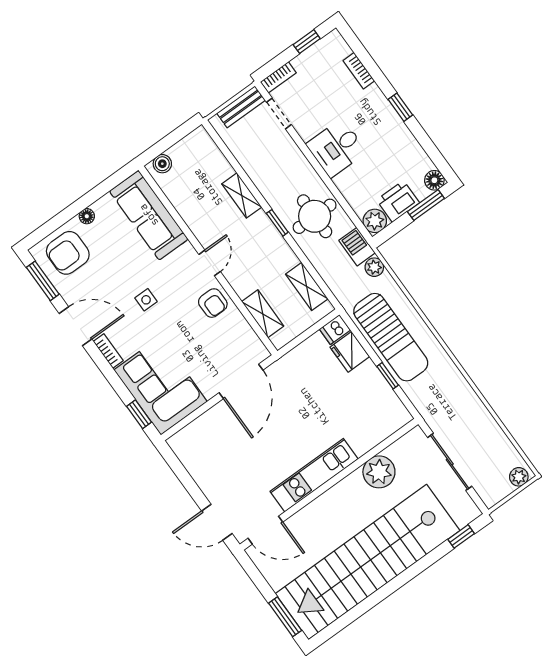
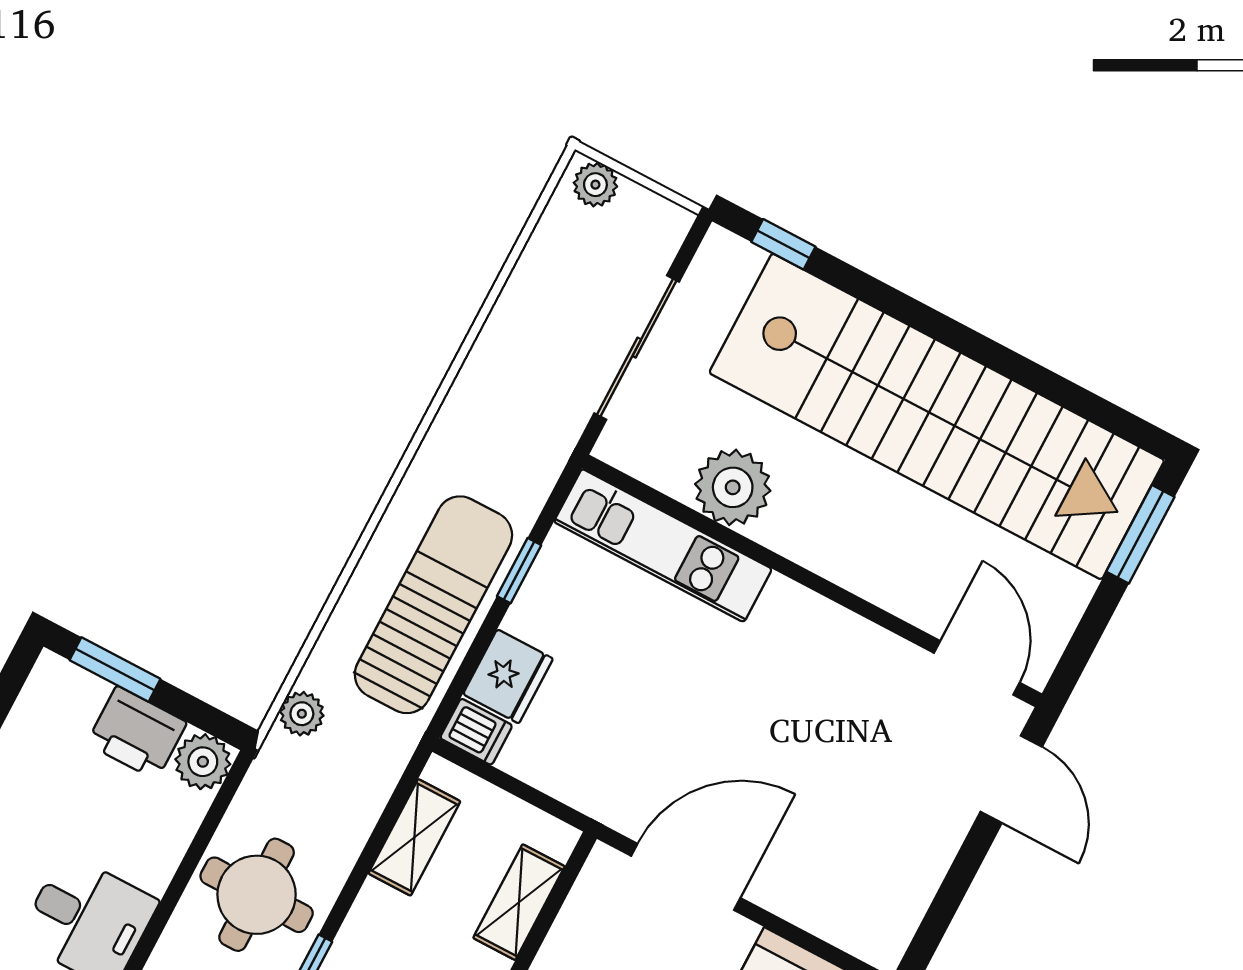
floor lamp: (434, 180) -> (53, 678), removed
barbecue: (357, 247) -> (276, 772), removed
kitchen unit: (314, 475) -> (663, 545), moved

